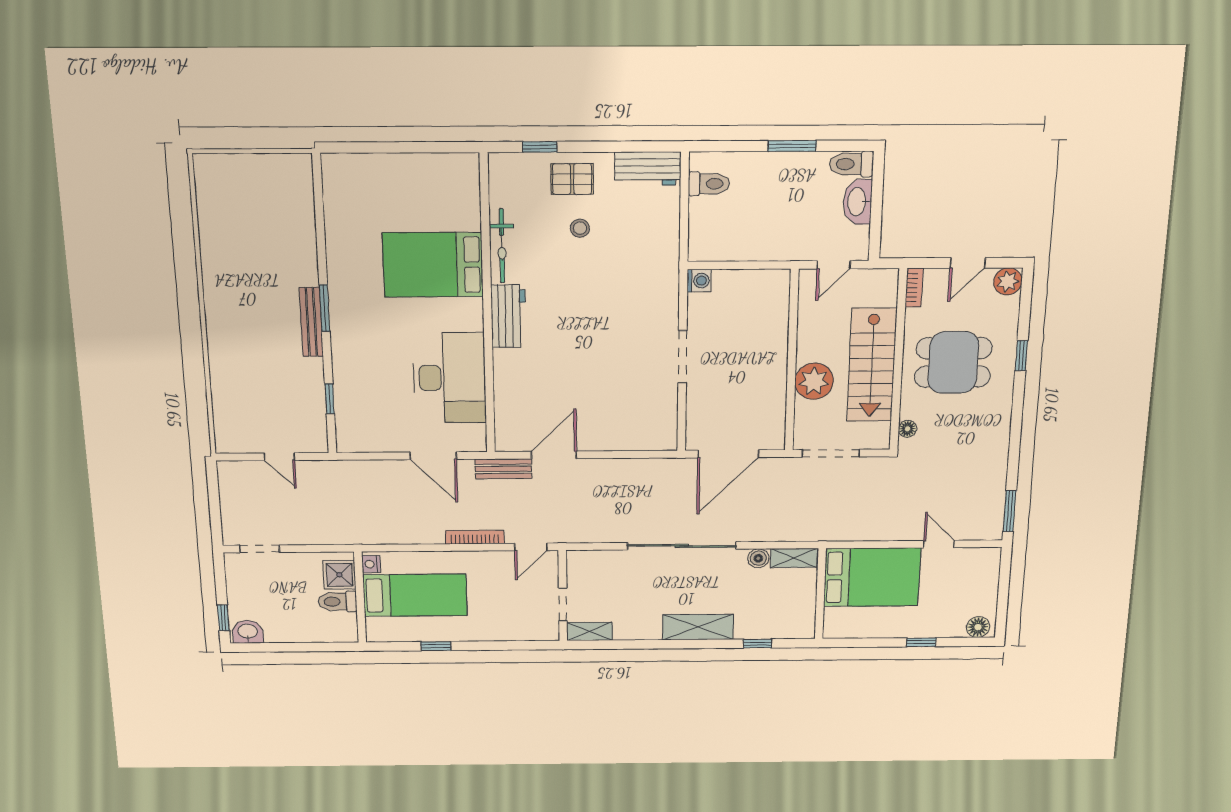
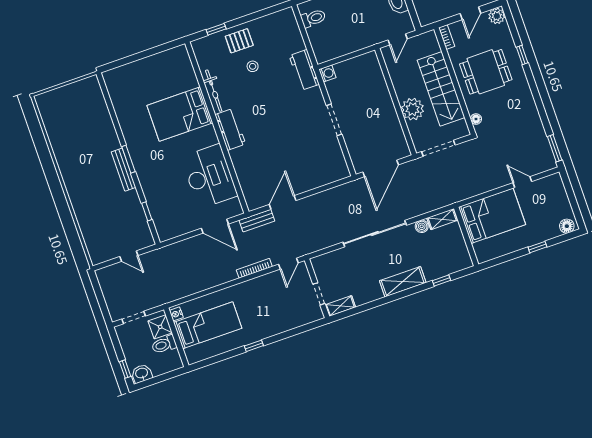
workbench: (648, 169) -> (304, 70), moved, turned 90
nightstand: (371, 564) -> (176, 314), moved
shower: (339, 575) -> (160, 327), moved
bed: (415, 595) -> (208, 325), moved
wall: (360, 597) -> (176, 337), moved
toilet: (337, 602) -> (164, 344), moved

